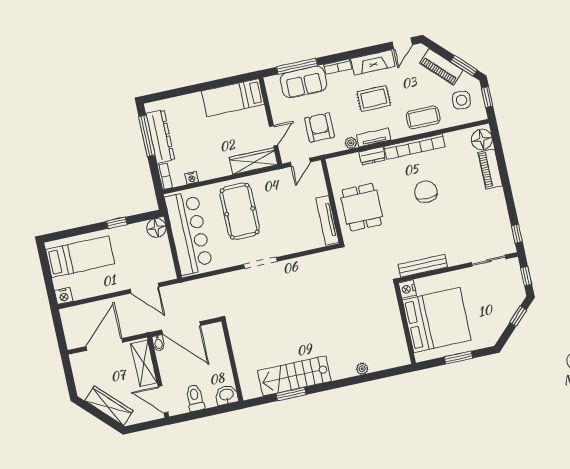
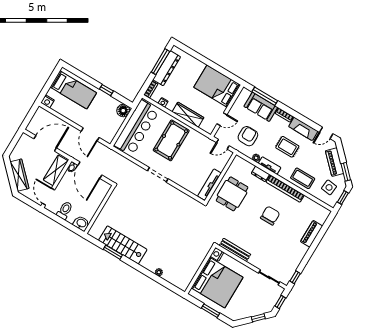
bed: (233, 98) -> (217, 86), width x1.50
floor lamp: (482, 139) -> (321, 216), removed
wardrobe: (253, 161) -> (188, 115), moved

